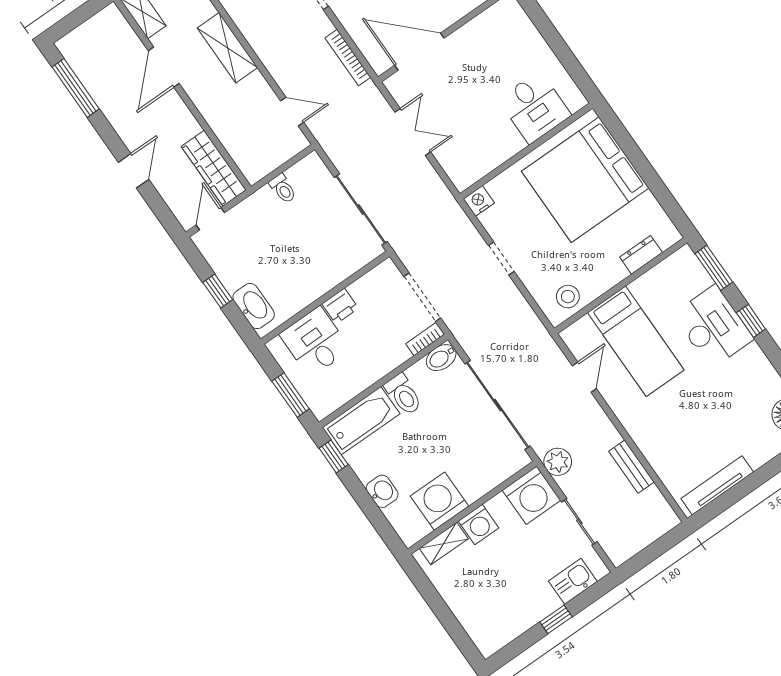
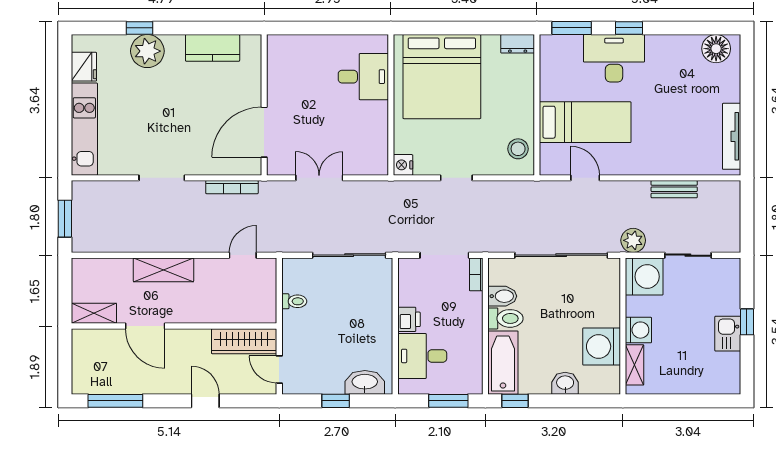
dresser: (641, 255) -> (518, 44), moved, turned -90
bidet: (441, 358) -> (502, 296), moved, turned -90
kitchen sink: (573, 581) -> (728, 334), moved

